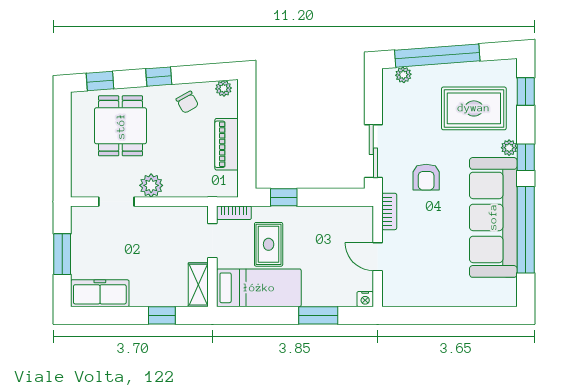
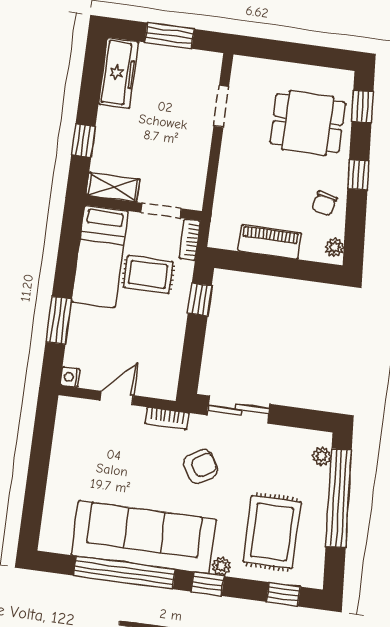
chair: (187, 102) -> (324, 203), turned -47
armchair: (426, 177) -> (201, 466), turned 149
plant: (151, 185) -> (234, 149), removed

